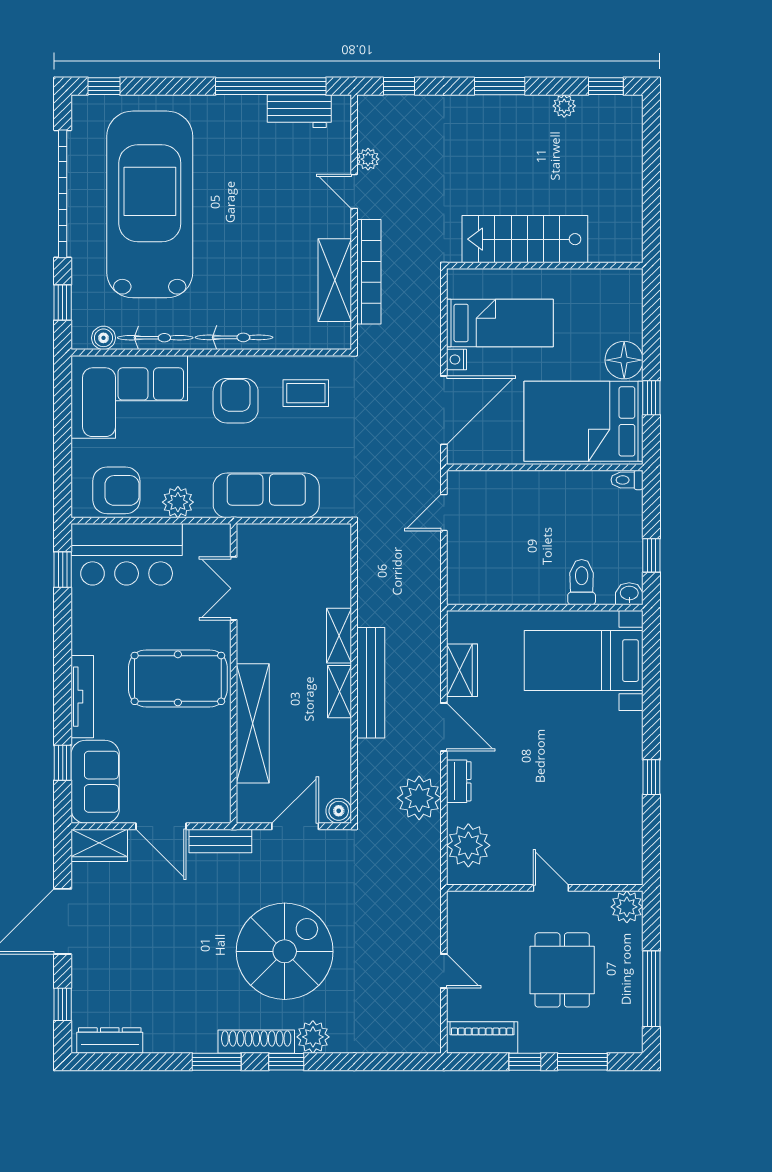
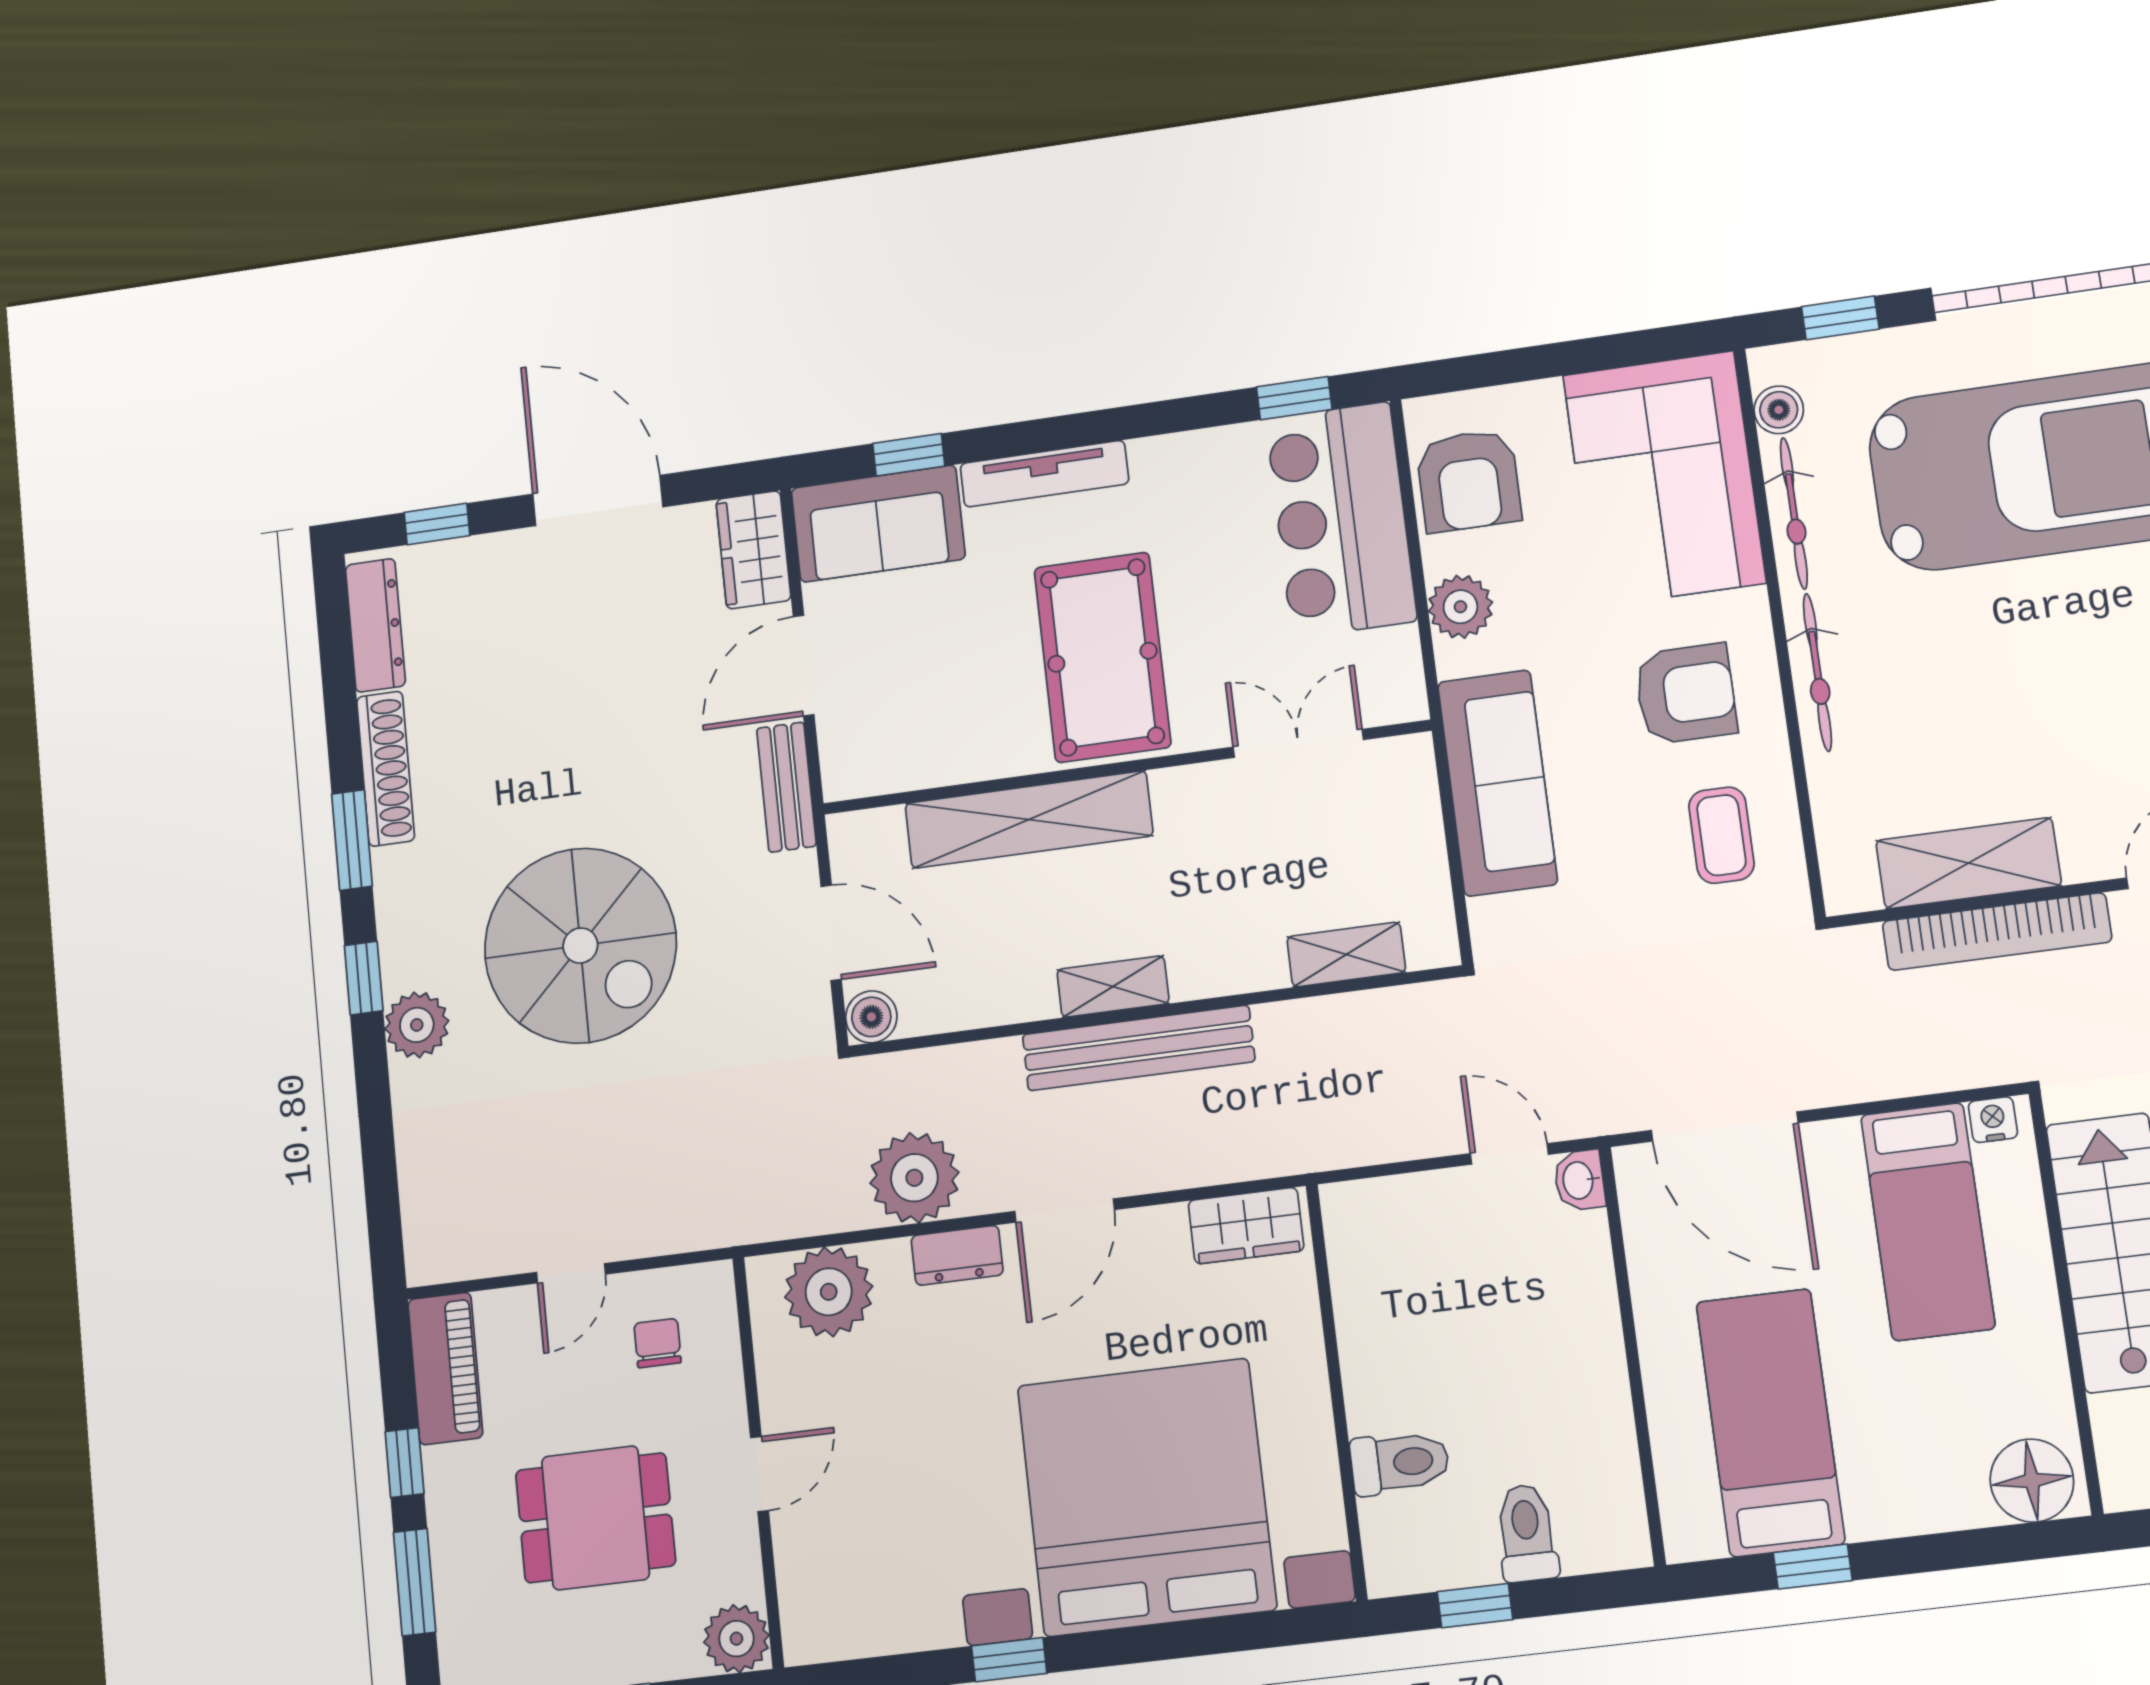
nightstand: (457, 359) -> (1993, 1120), moved
floor lamp: (624, 360) -> (2032, 1481), moved
bed: (584, 421) -> (1770, 1423), width x0.67
toilet: (627, 480) -> (1527, 1533), moved, width x1.37, depth x1.39
washbasin: (629, 594) -> (1579, 1180), moved, turned 180
shelving: (339, 636) -> (1346, 955), moved
bed with nightstands: (584, 661) -> (1147, 1497), width x1.85
wardrobe: (462, 670) -> (1246, 1226), moved
chair: (483, 932) -> (658, 1343), added
shoe rack: (256, 1042) -> (386, 769), moved

